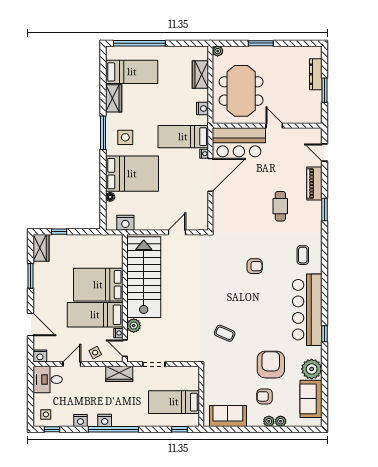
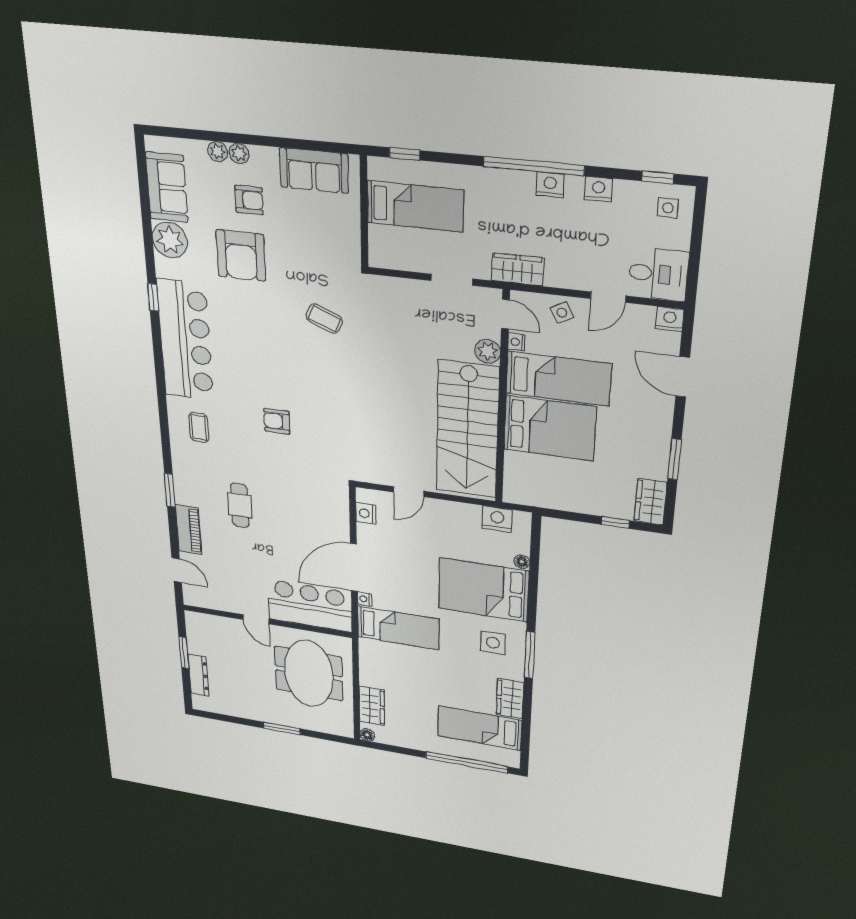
floor lamp: (204, 51) -> (367, 735), added
plant: (218, 51) -> (346, 730), removed
nightstand: (203, 108) -> (366, 513), moved

